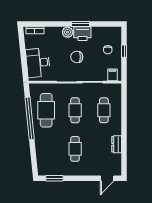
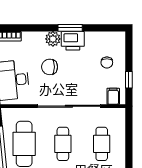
window: (124, 51) -> (129, 80), moved
chair: (77, 57) -> (50, 67), moved

